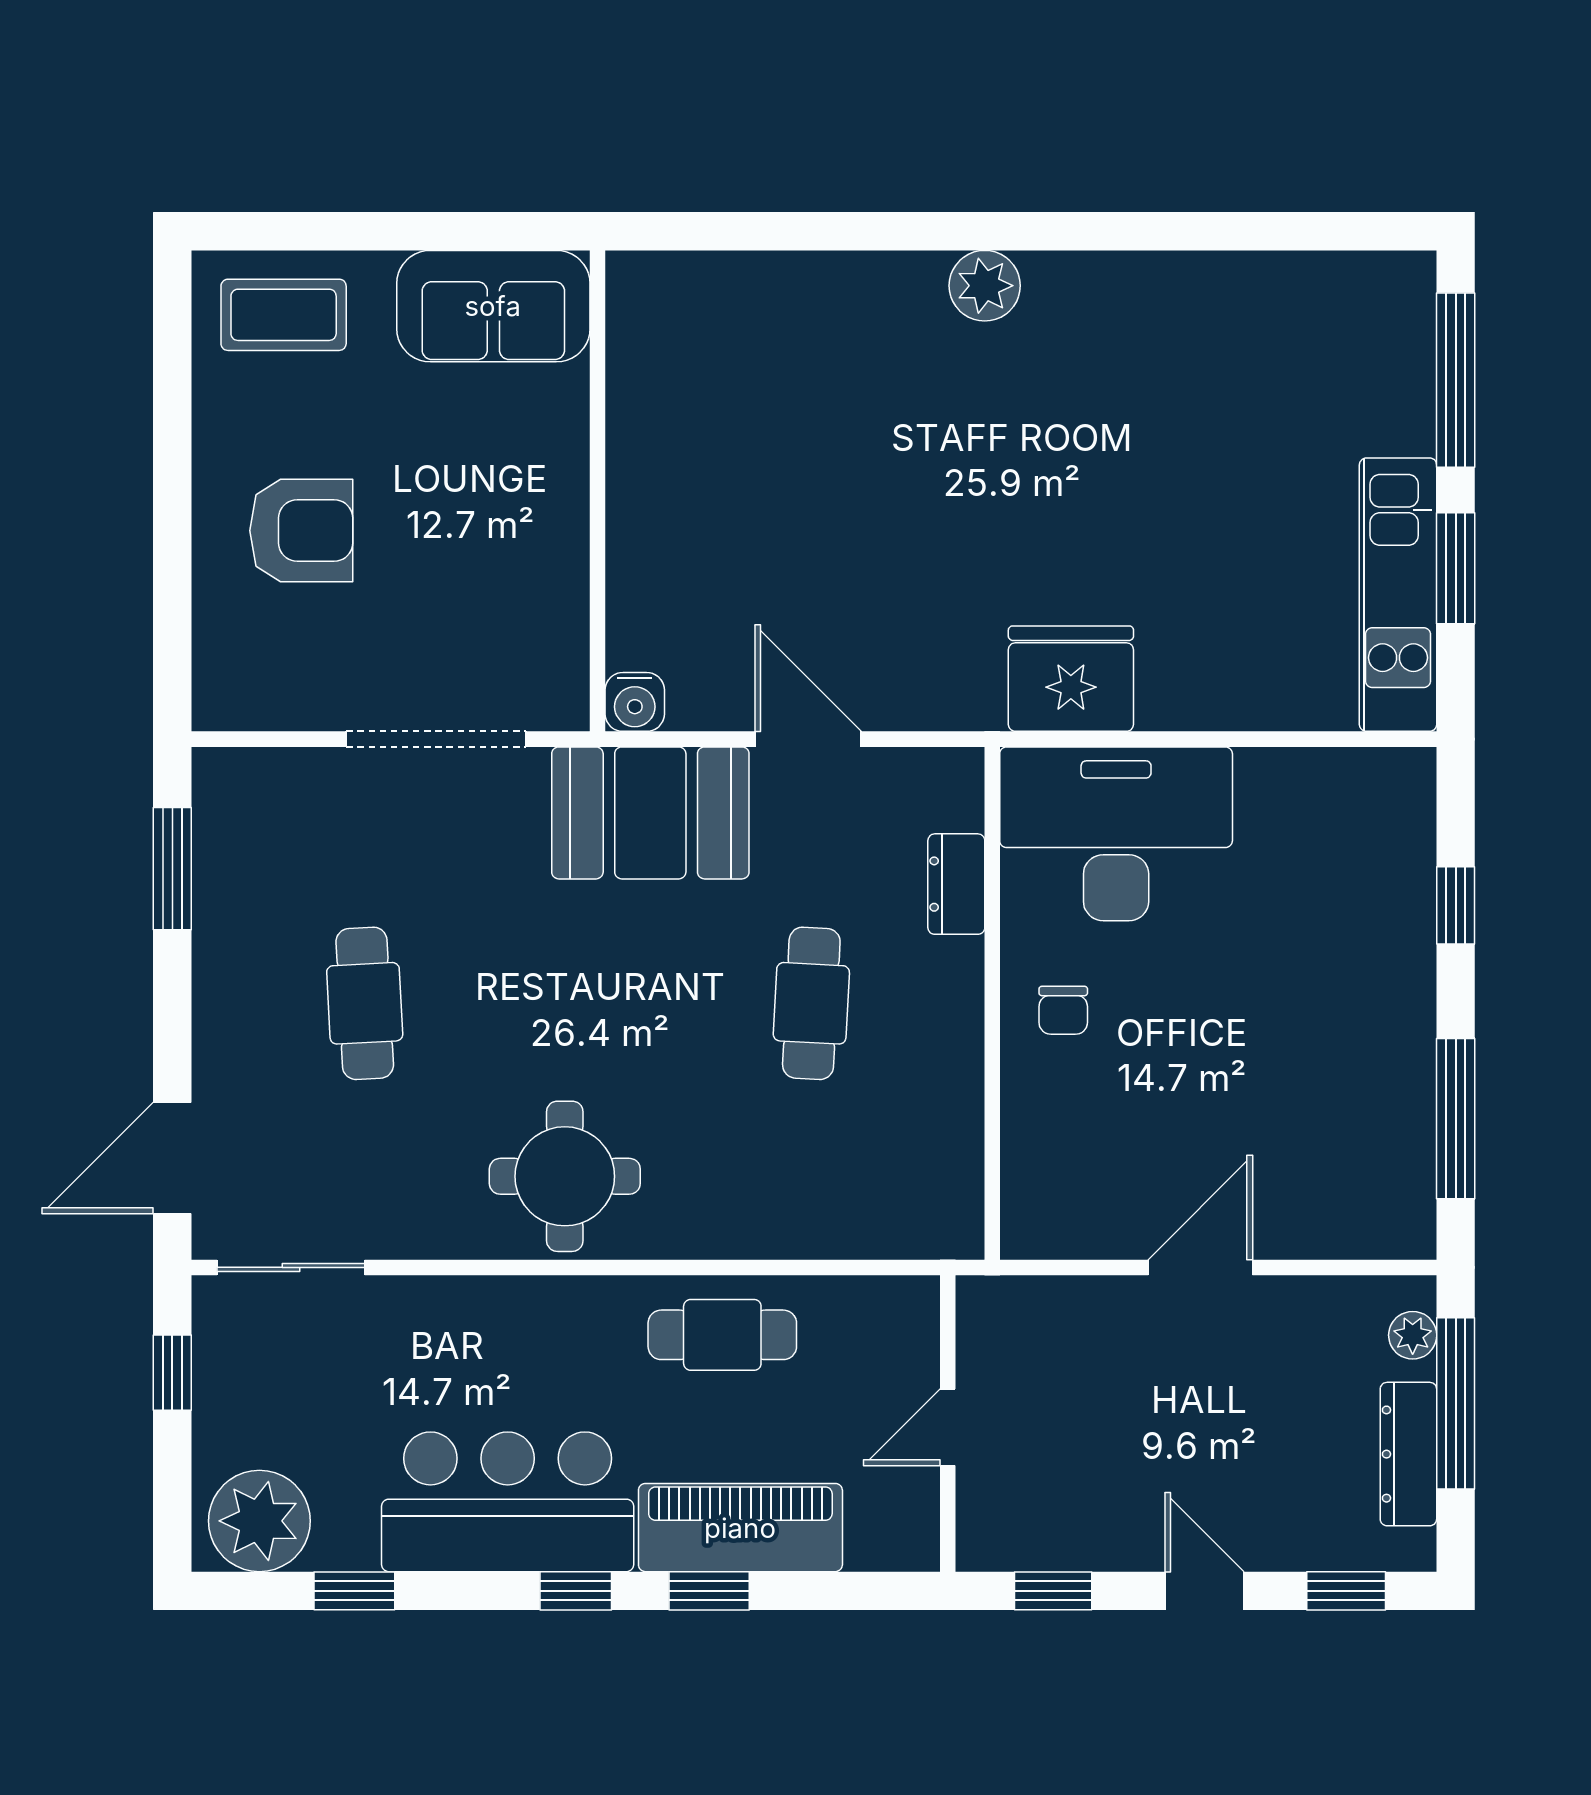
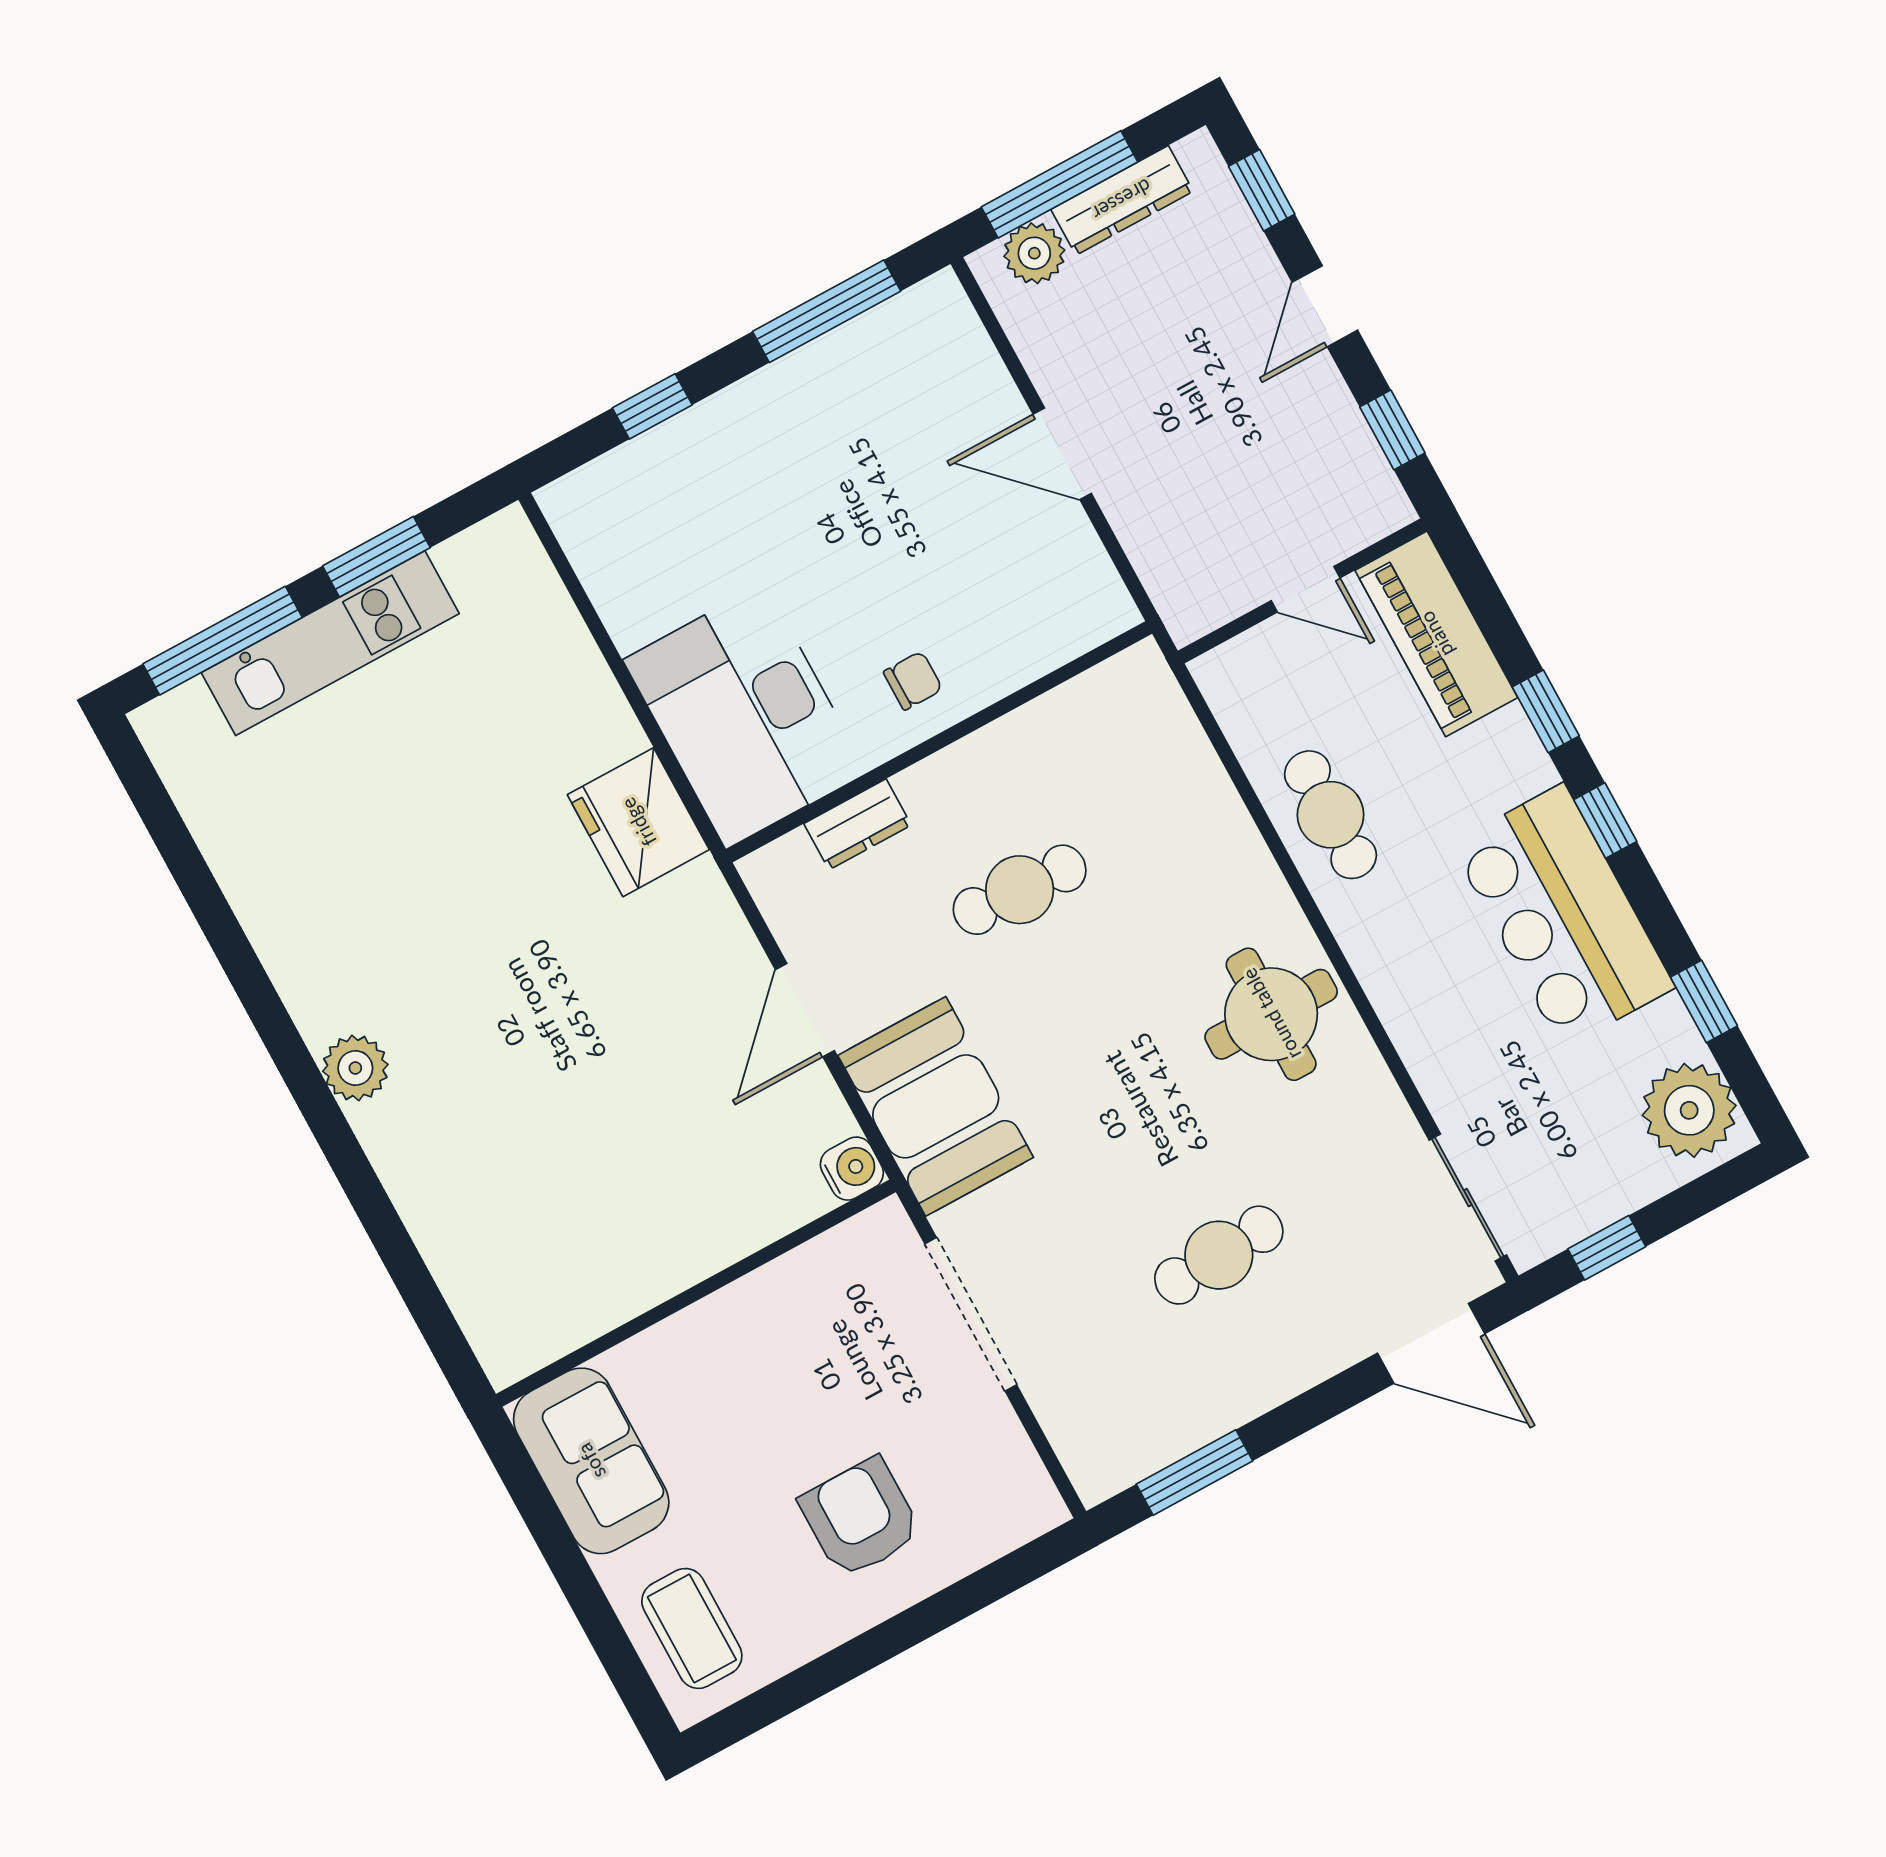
kitchen unit: (1398, 595) -> (330, 643), moved
plant: (1413, 1335) -> (1034, 253), width x1.38, depth x1.38
piano: (740, 1528) -> (1436, 634), moved

